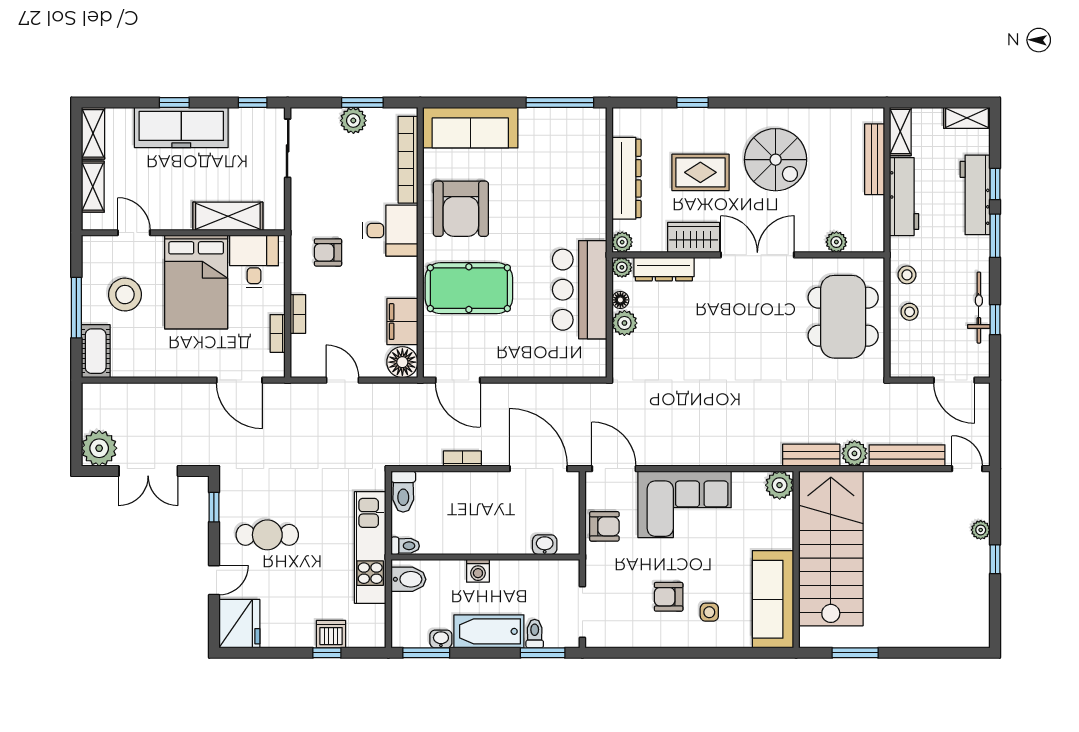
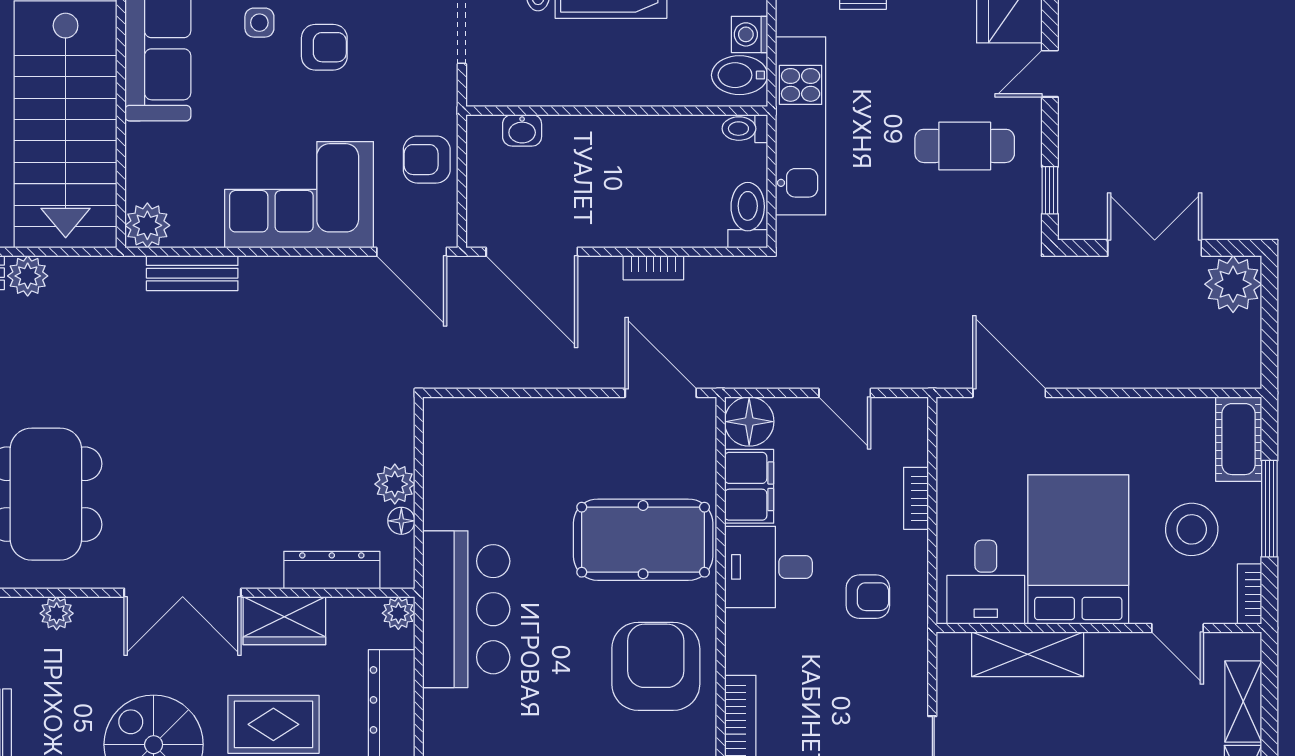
desk: (390, 231) -> (768, 567), moved
plant: (622, 267) -> (399, 573), removed
bar counter: (580, 290) -> (466, 609), moved
bookcase: (278, 333) -> (1249, 594), moved, turned 180
bench: (811, 455) -> (192, 273), moved
washing machine: (478, 571) -> (749, 34), moved, turned -90

